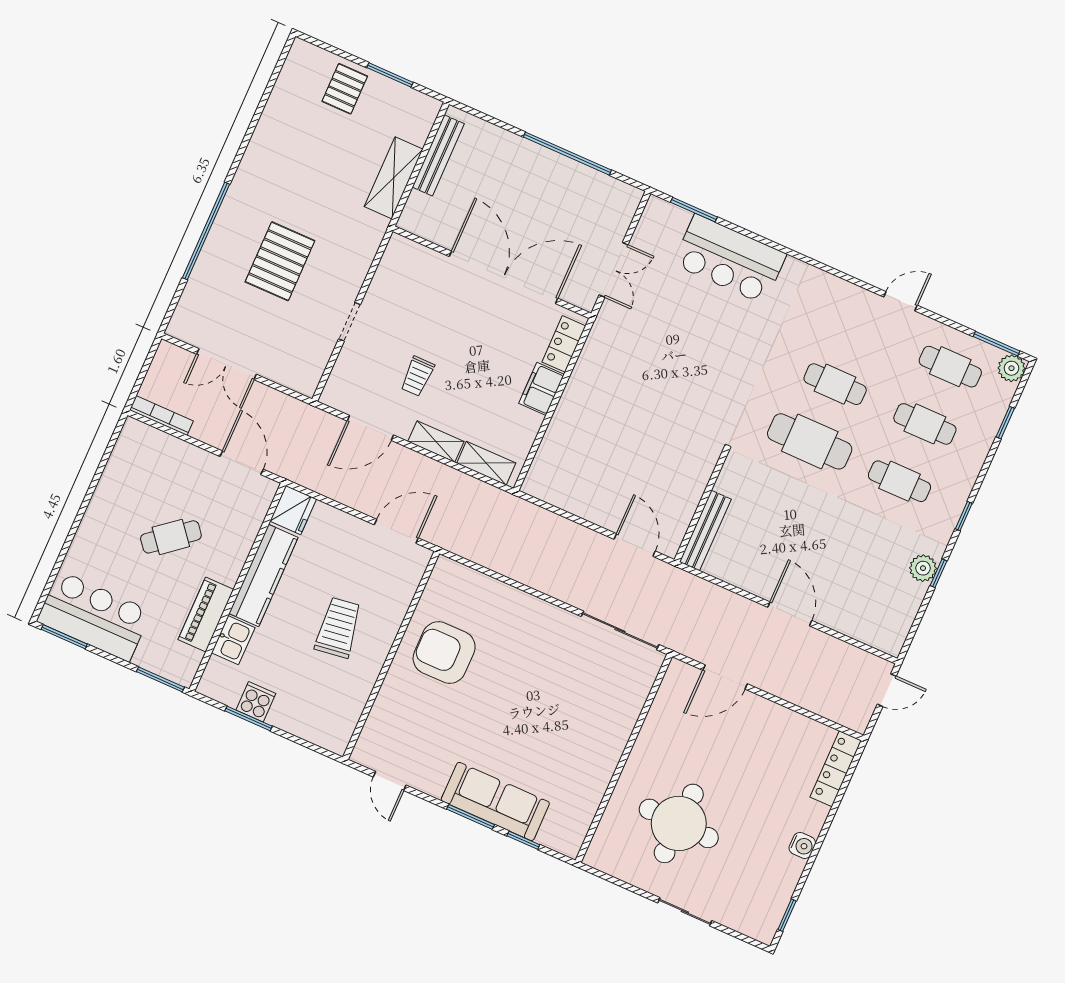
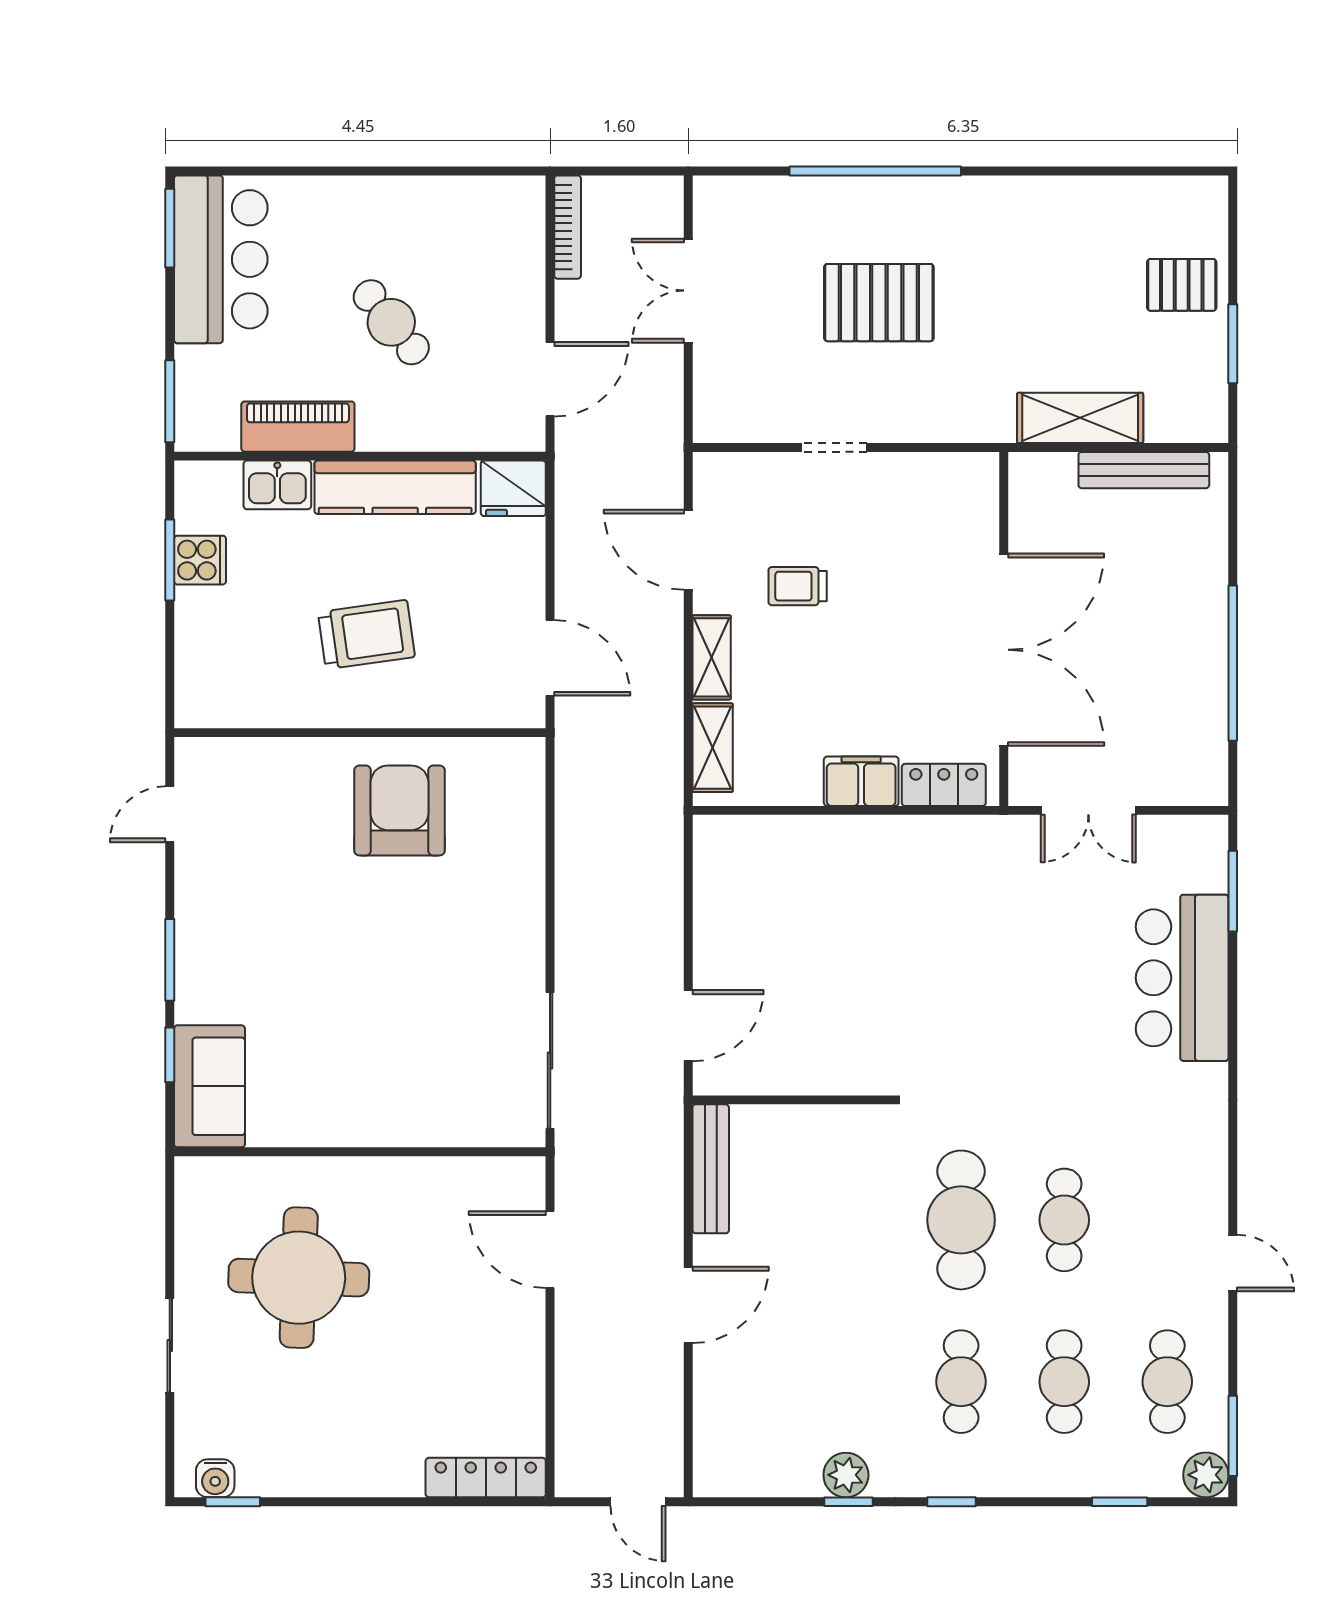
bench: (705, 531) -> (711, 1169), moved, turned 90
sofa: (495, 801) -> (209, 1086), moved, width x0.73
water cooler: (802, 845) -> (215, 1478), moved

